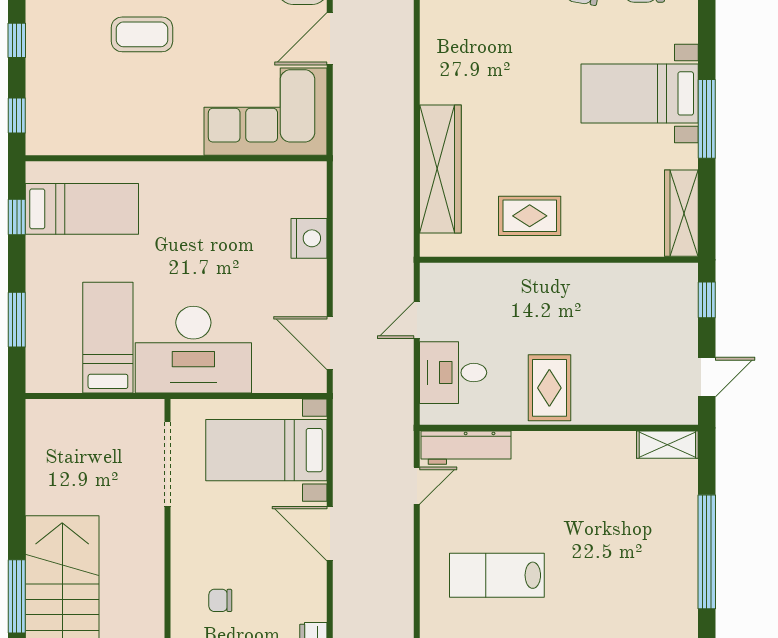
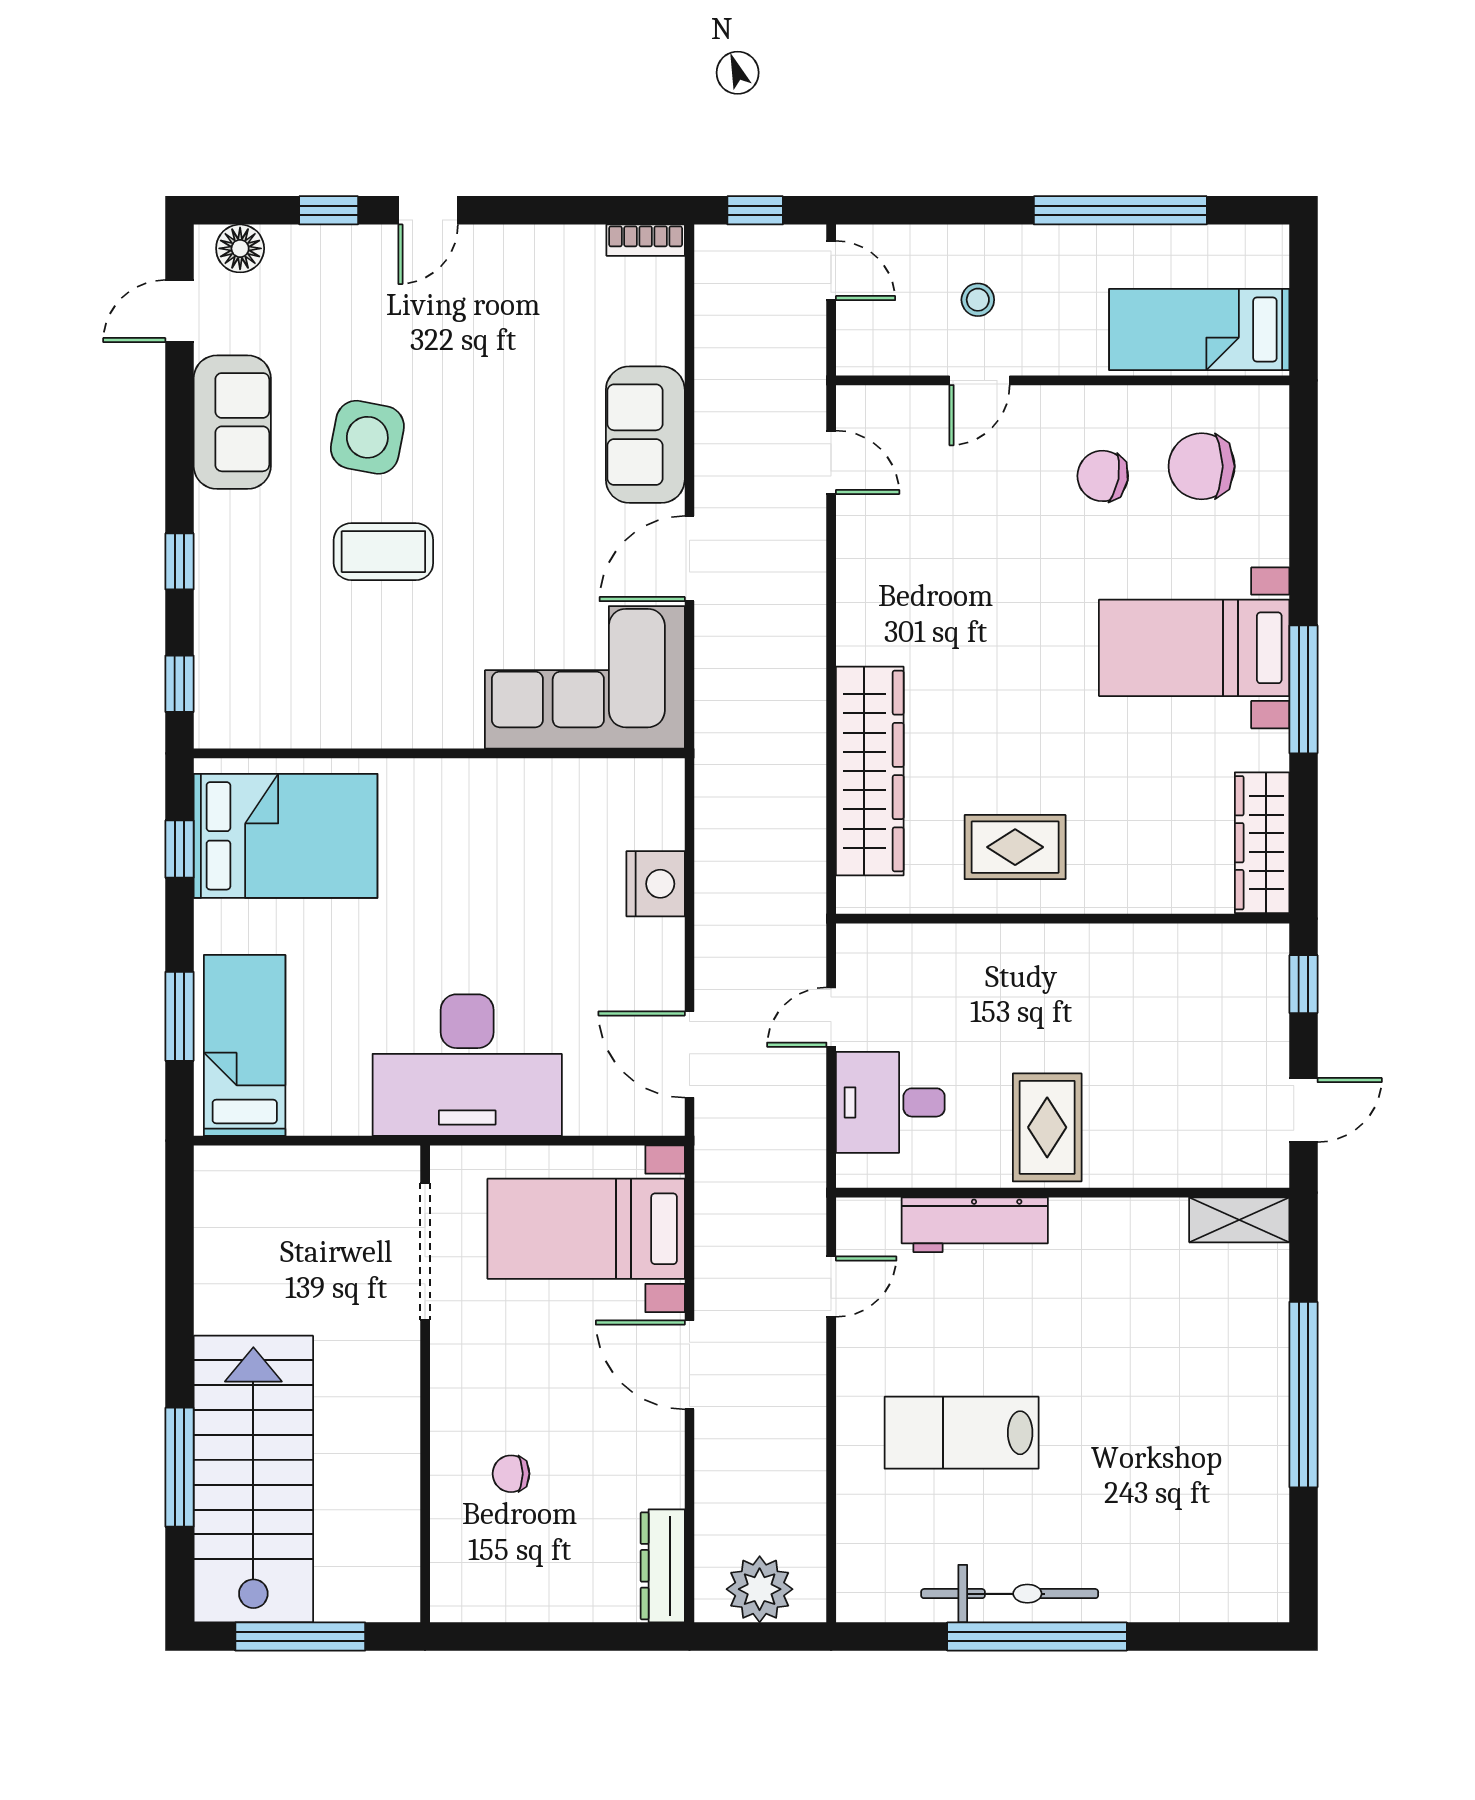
bed: (82, 209) -> (286, 836), width x1.50
bed: (108, 338) -> (245, 1045), moved
workbench: (466, 448) -> (975, 1225), moved

